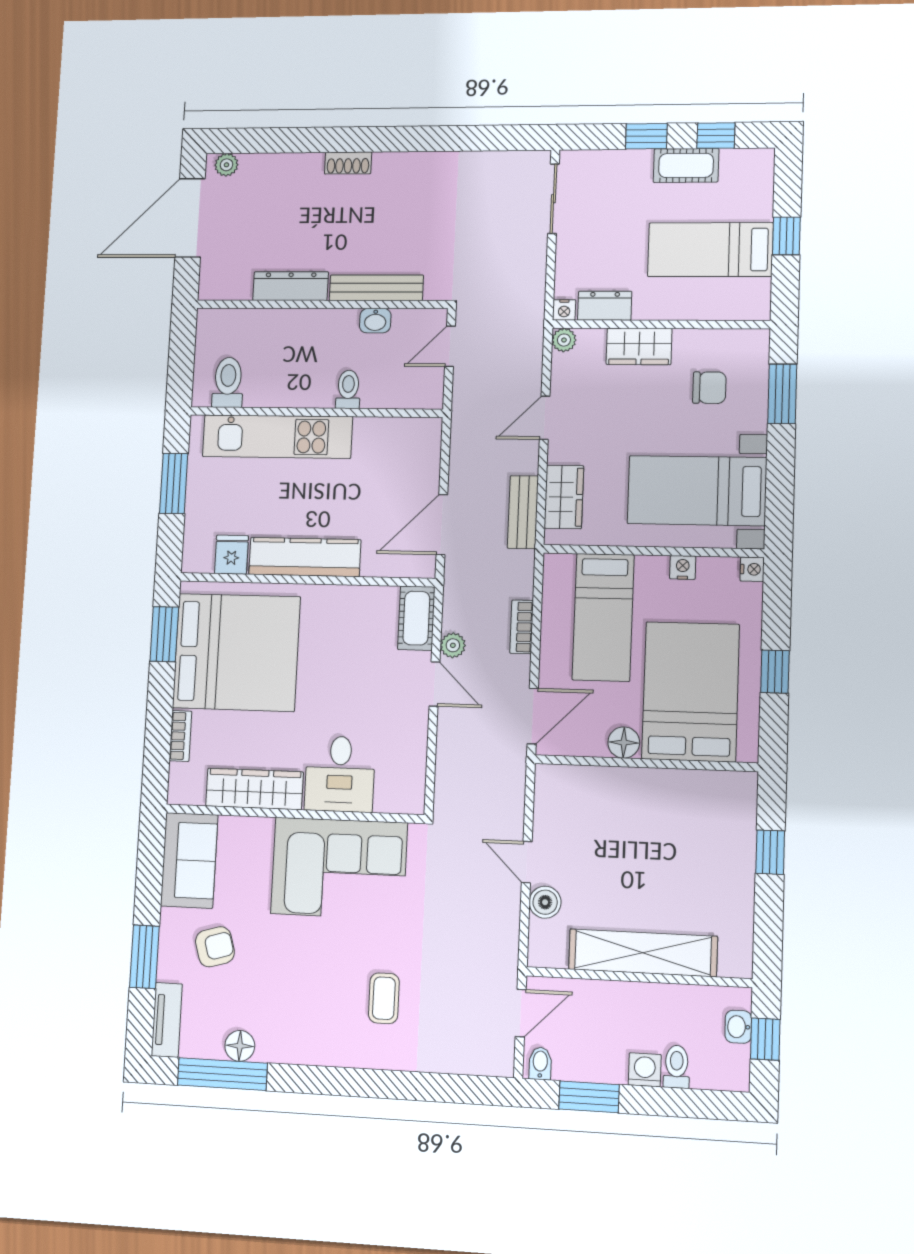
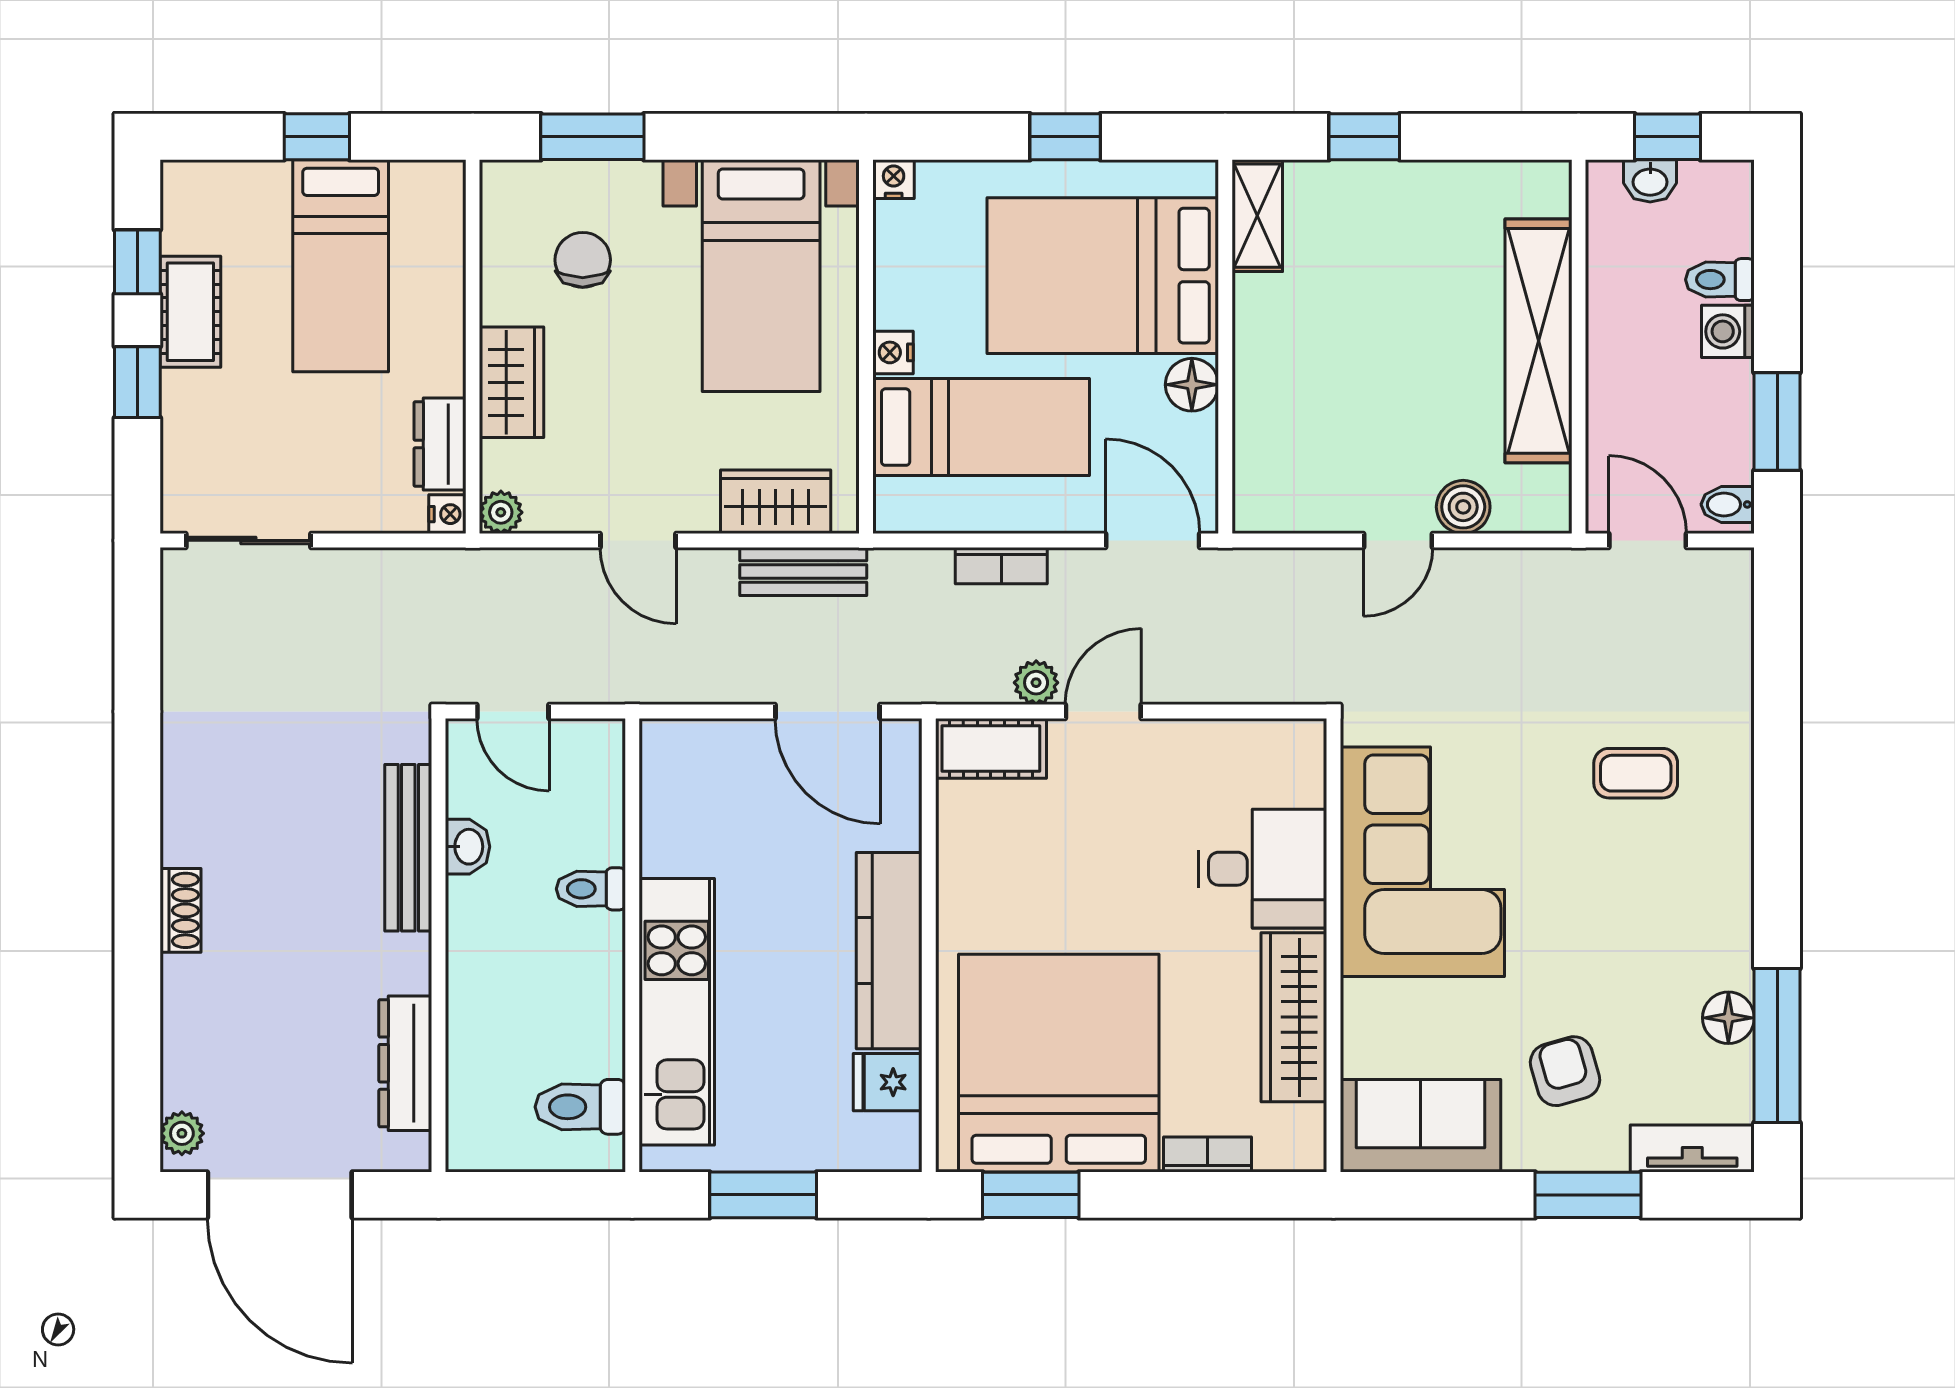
dresser: (290, 286) -> (405, 1063), moved
nightstand: (683, 567) -> (893, 352), moved
shelving: (724, 785) -> (1257, 216), added

